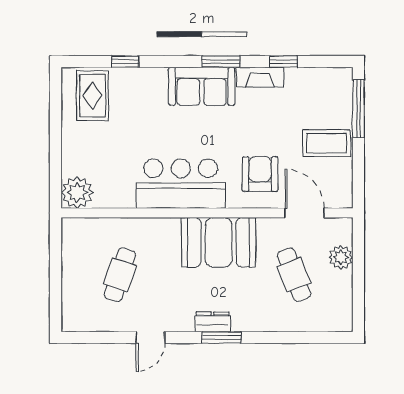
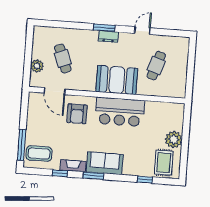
coffee table: (326, 143) -> (39, 154), moved
plant: (77, 192) -> (174, 140), moved
booth: (219, 242) -> (117, 80), moved

